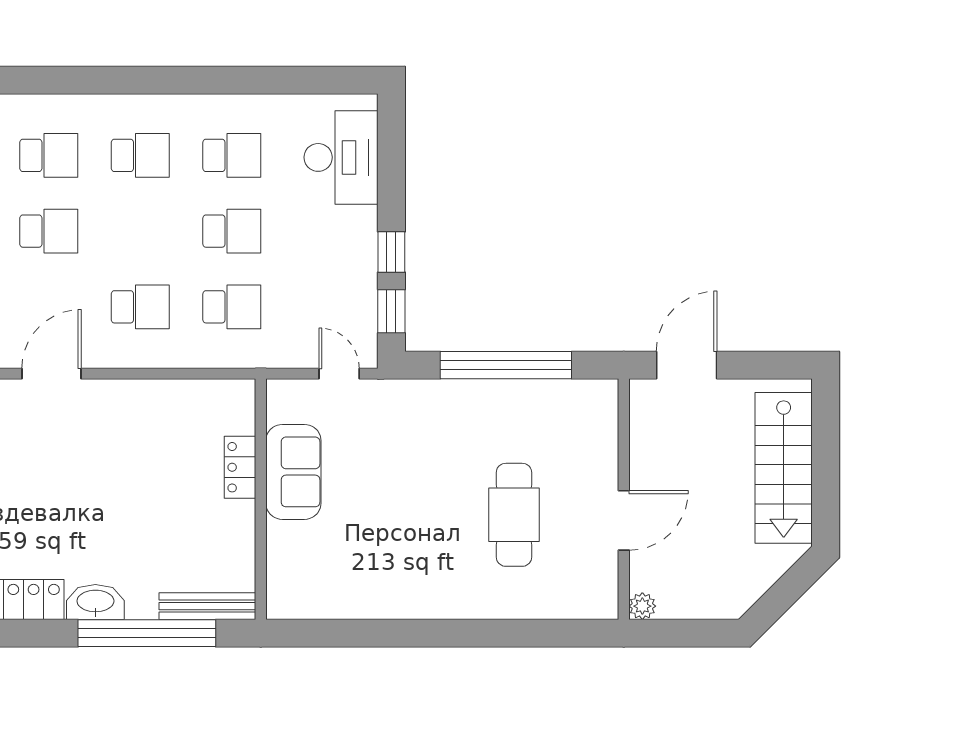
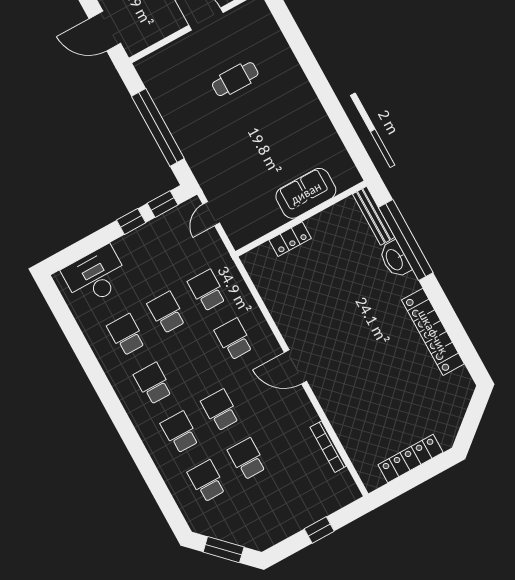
sofa: (293, 472) -> (306, 193), moved
cafe table: (514, 515) -> (235, 79), width x0.73, depth x0.74
washbasin: (95, 602) -> (395, 259), moved

